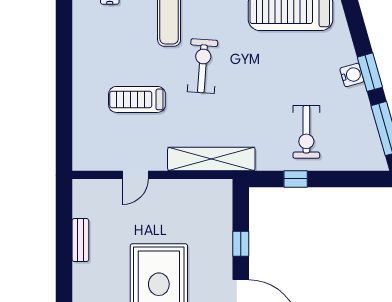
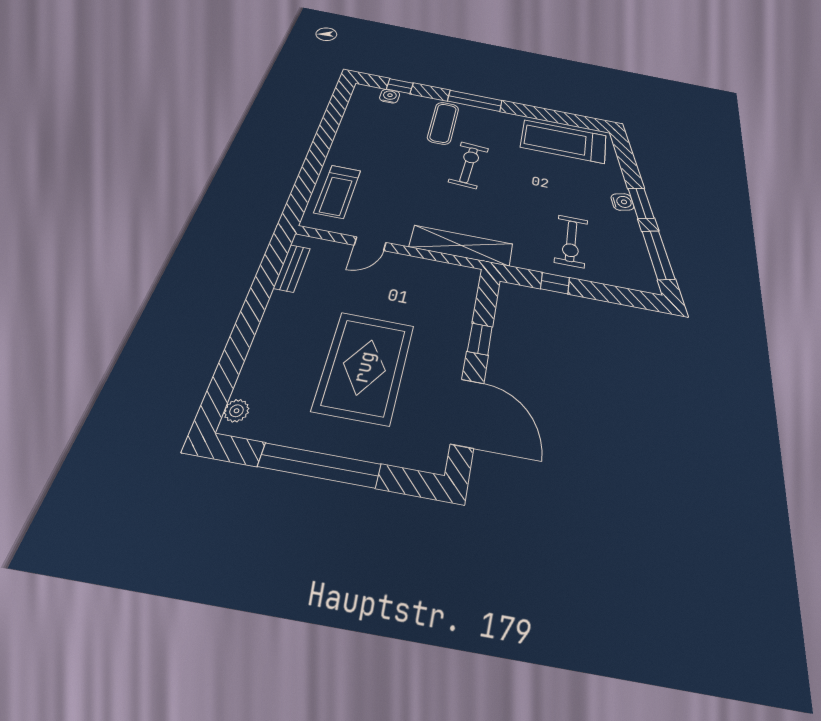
treadmill: (137, 99) -> (338, 191), moved, turned -90
bench: (80, 240) -> (292, 268), moved

